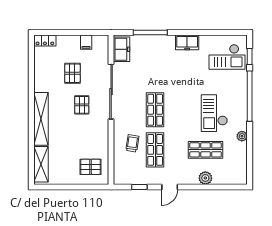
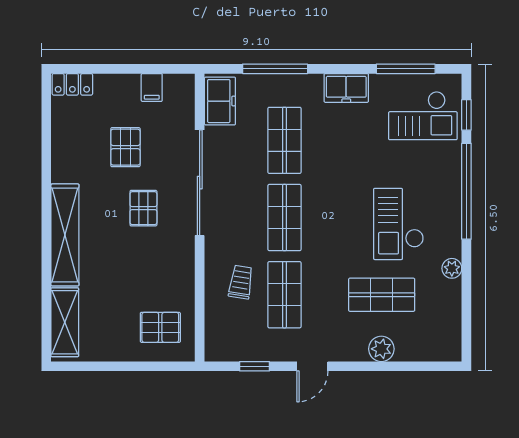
window: (218, 33) -> (406, 69), added
shop shelf: (155, 70) -> (284, 140), added

